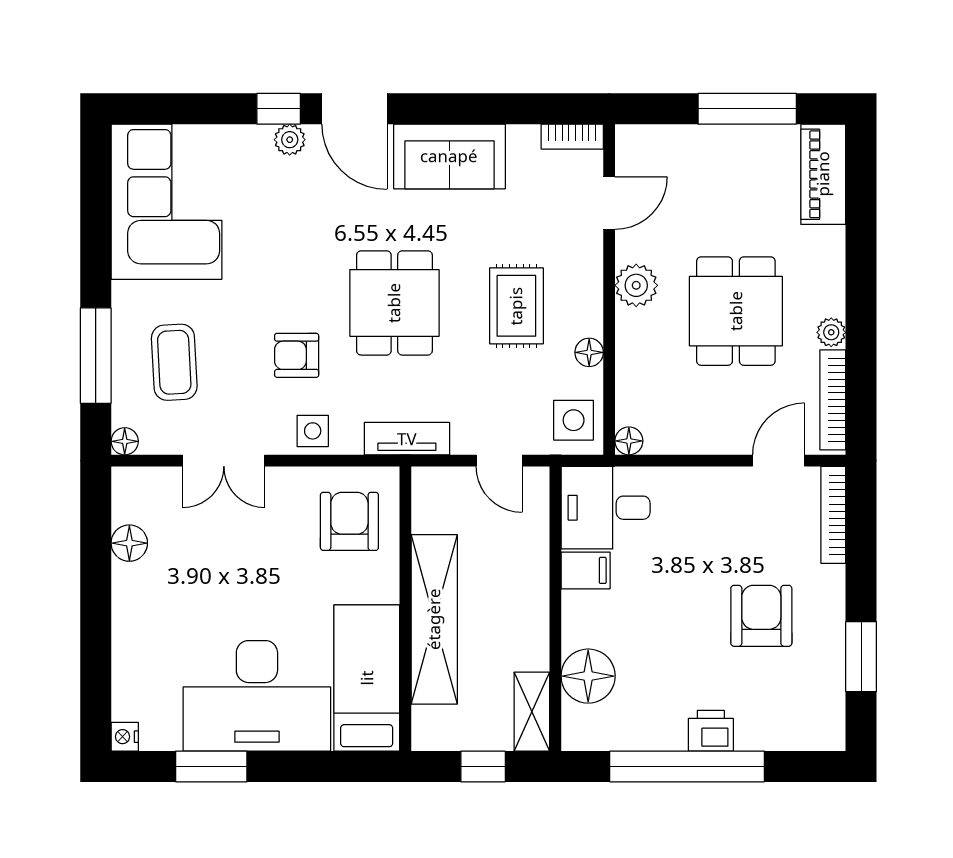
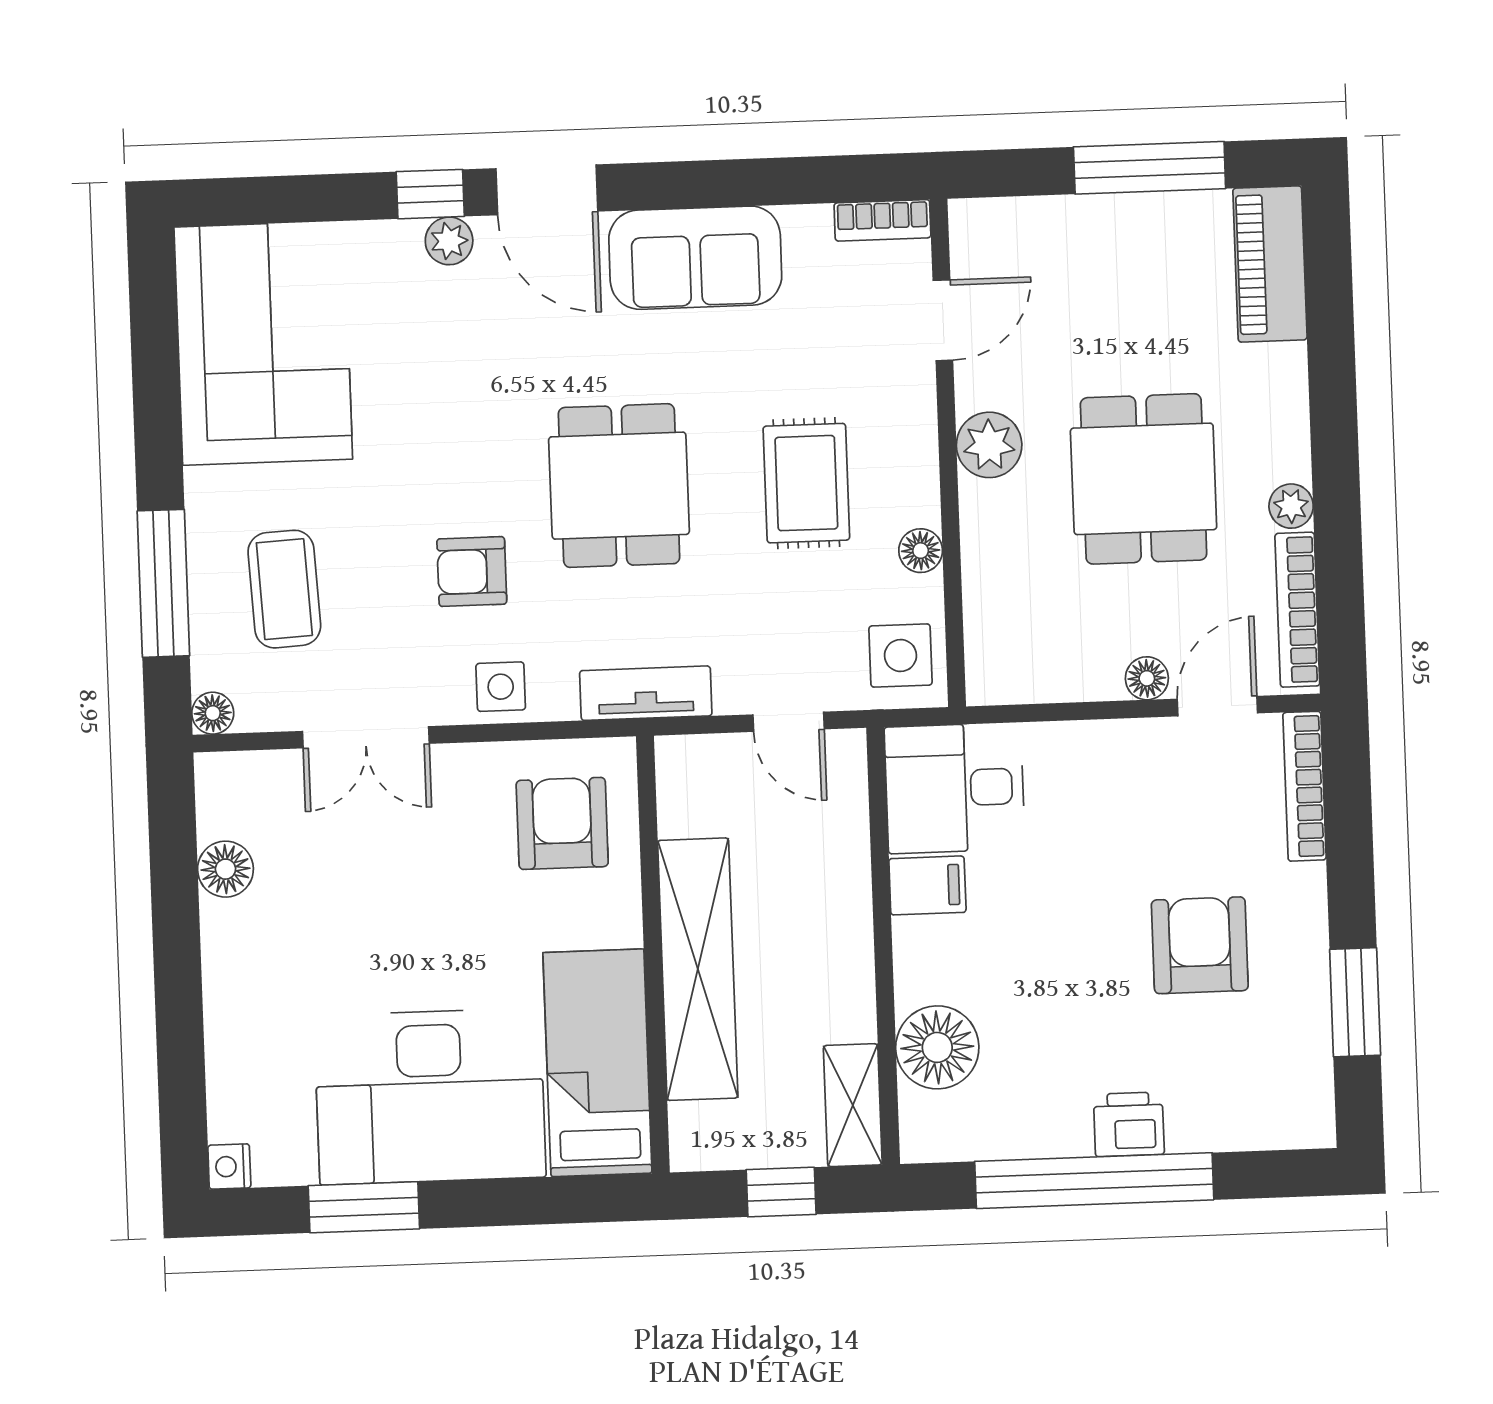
floor lamp: (629, 441) -> (1147, 678), moved

